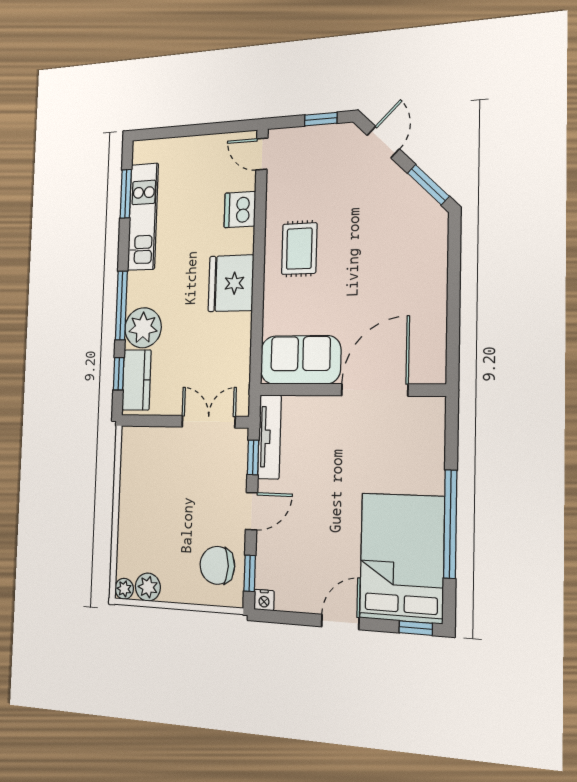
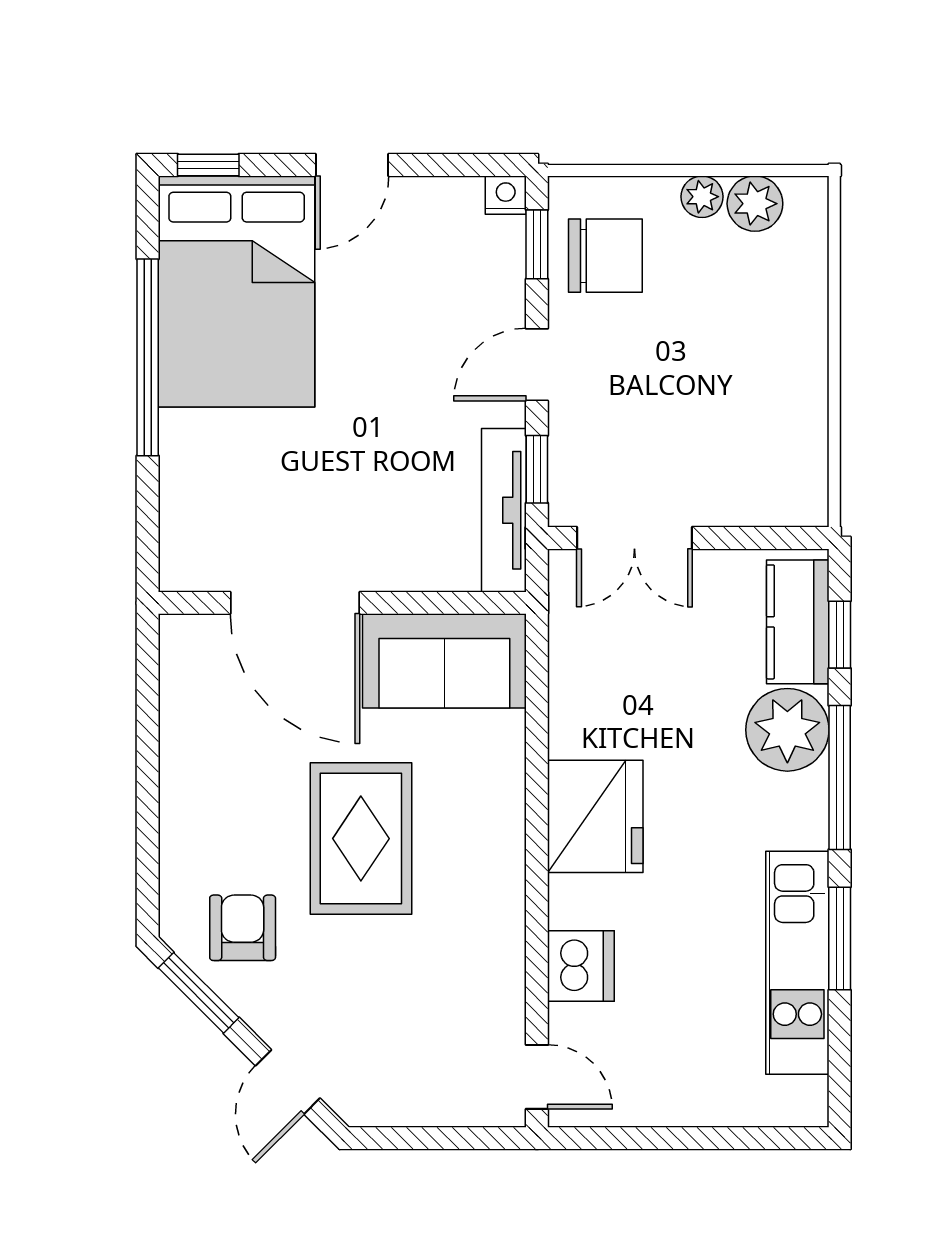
window: (321, 119) -> (415, 1138), removed
window: (126, 194) -> (840, 938), moved
armchair: (405, 220) -> (243, 928), added
rug: (299, 249) -> (361, 839), moved, width x1.36, depth x1.43
door: (375, 390) -> (295, 603), hinge flipped
plant: (124, 589) -> (702, 197), moved

